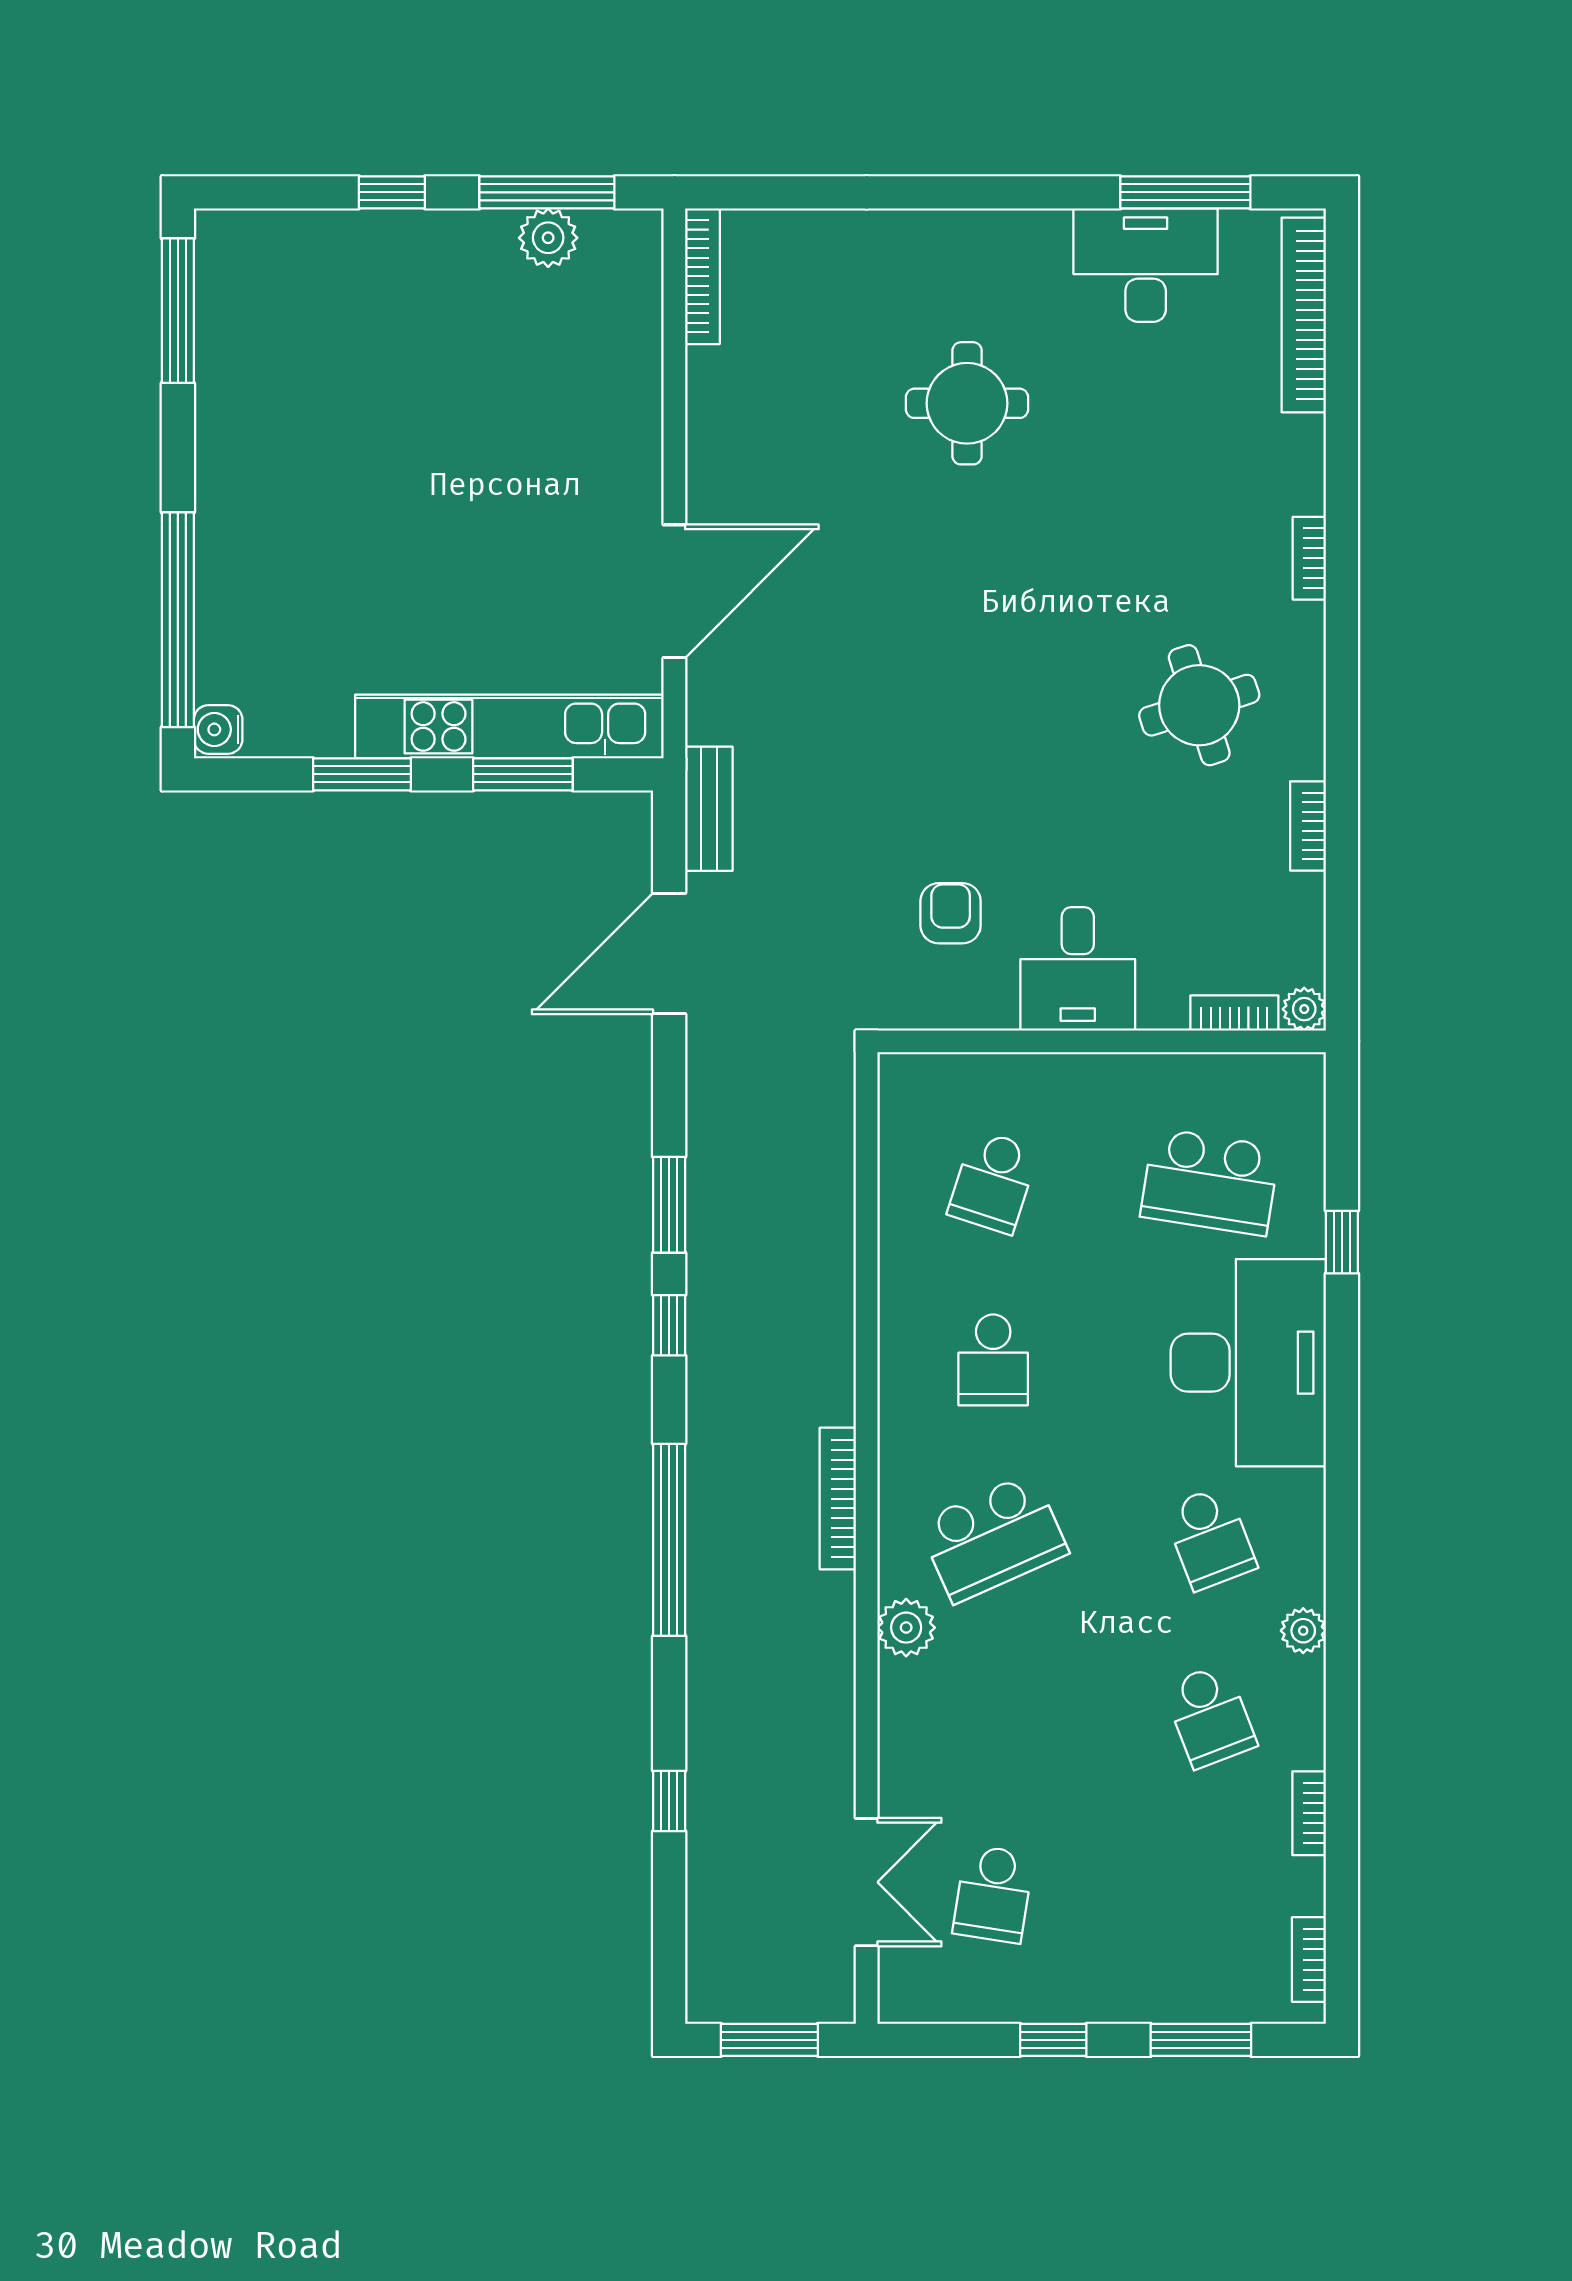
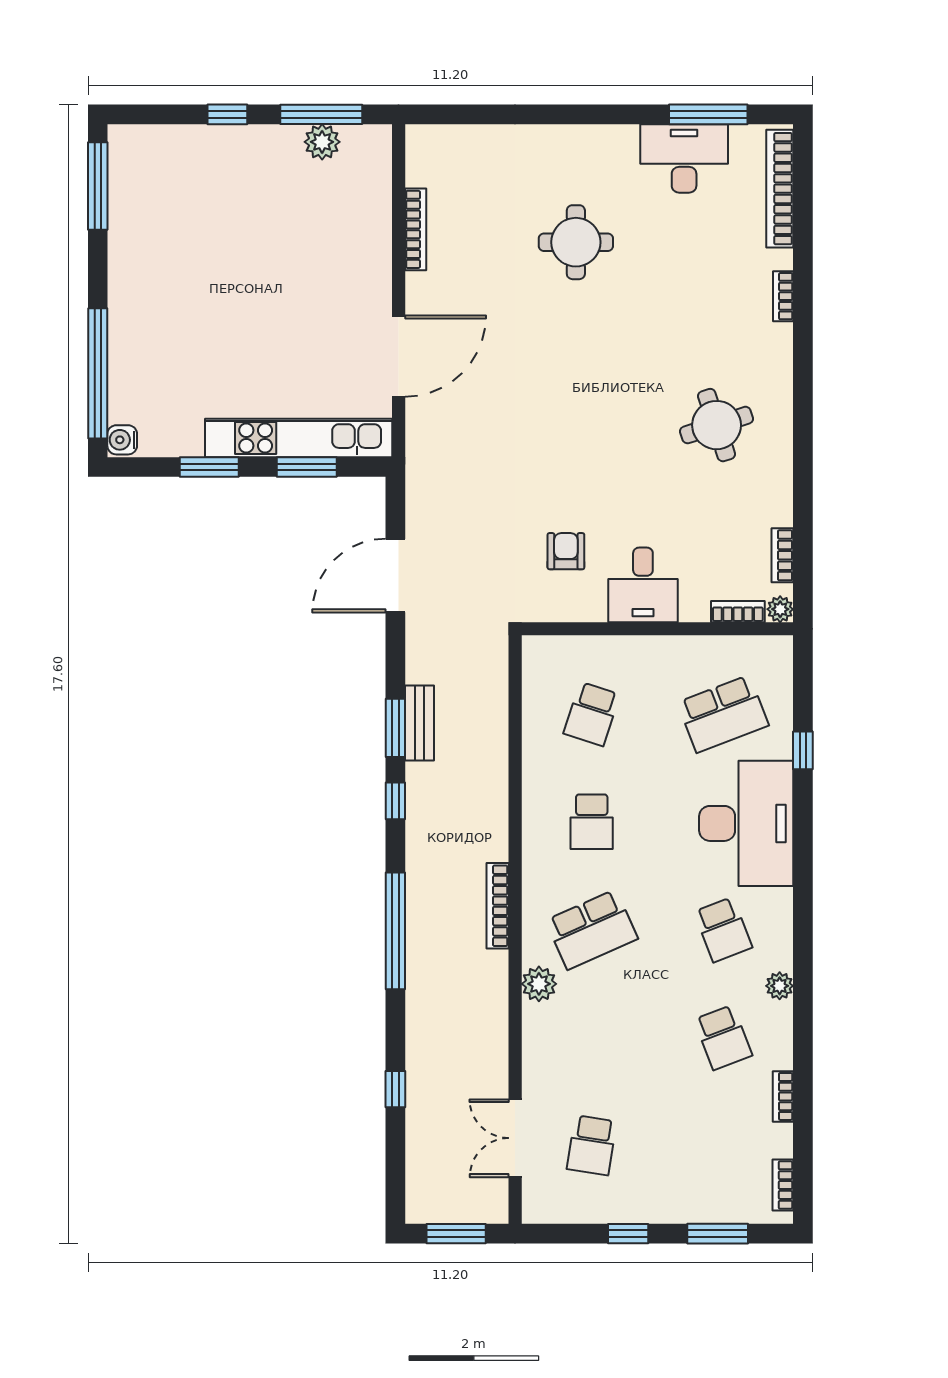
bookcase: (702, 276) -> (416, 229), moved
bookcase: (1309, 558) -> (783, 296), moved
bench: (709, 809) -> (419, 723), moved
bookcase: (1308, 826) -> (782, 555), moved
school desk: (1210, 1182) -> (723, 714), turned -30
double door: (867, 1882) -> (515, 1138), swing flipped

